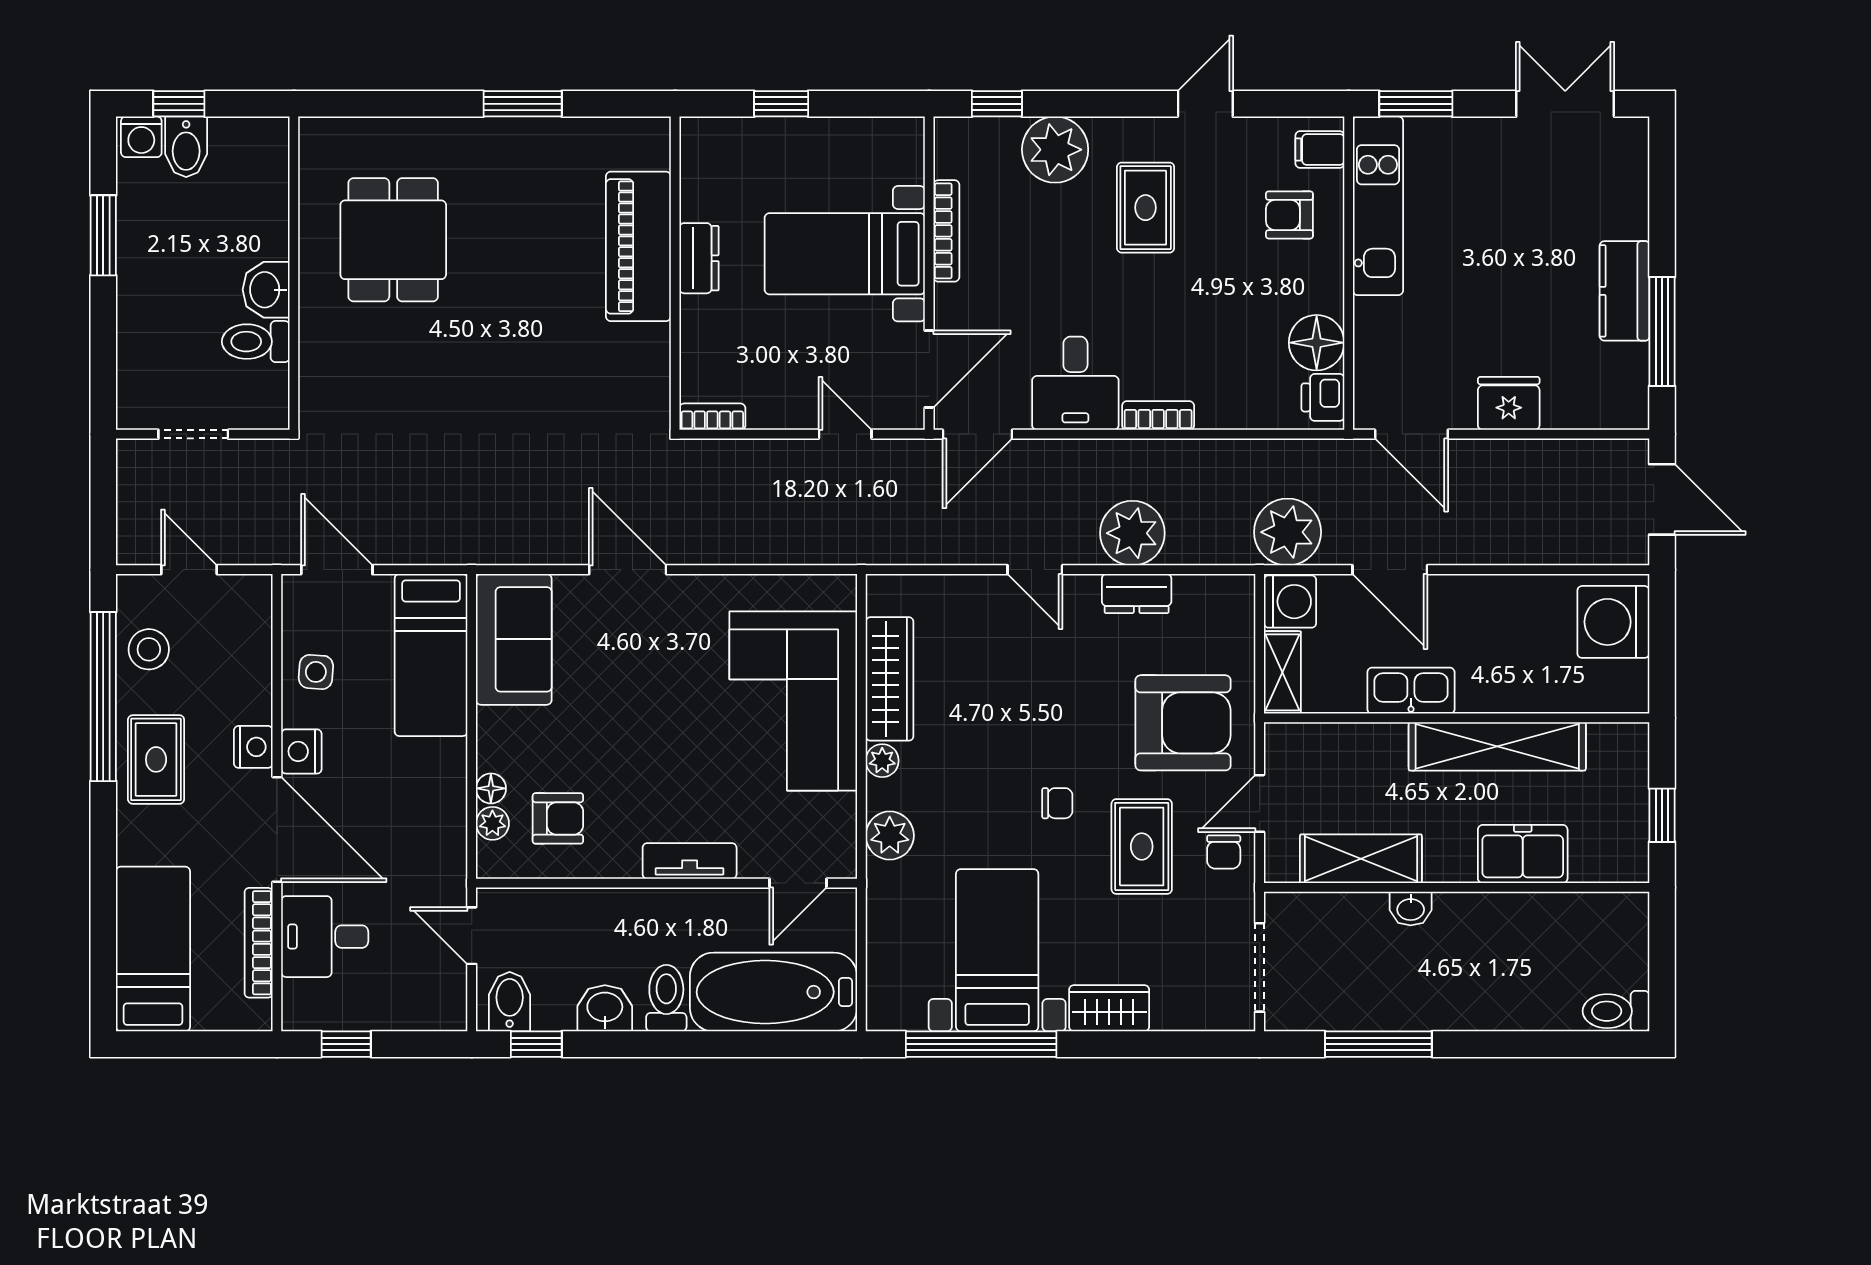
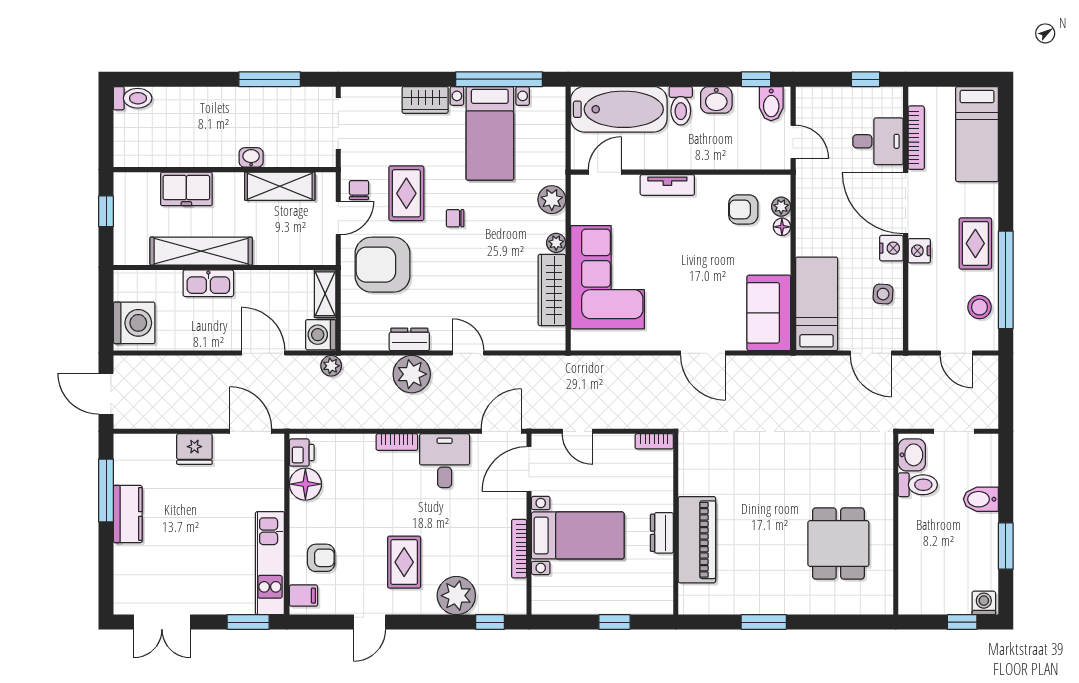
bidet: (186, 147) -> (981, 499), moved, turned -90
washbasin: (266, 290) -> (912, 455), moved
plant: (1288, 532) -> (331, 366), width x0.53, depth x0.53
kitchen sink: (1411, 691) -> (208, 283), moved

